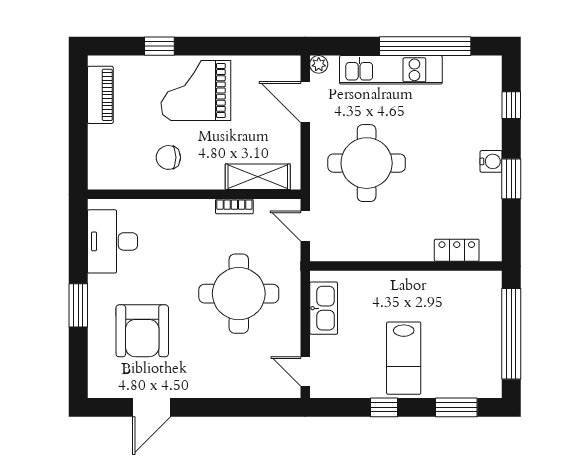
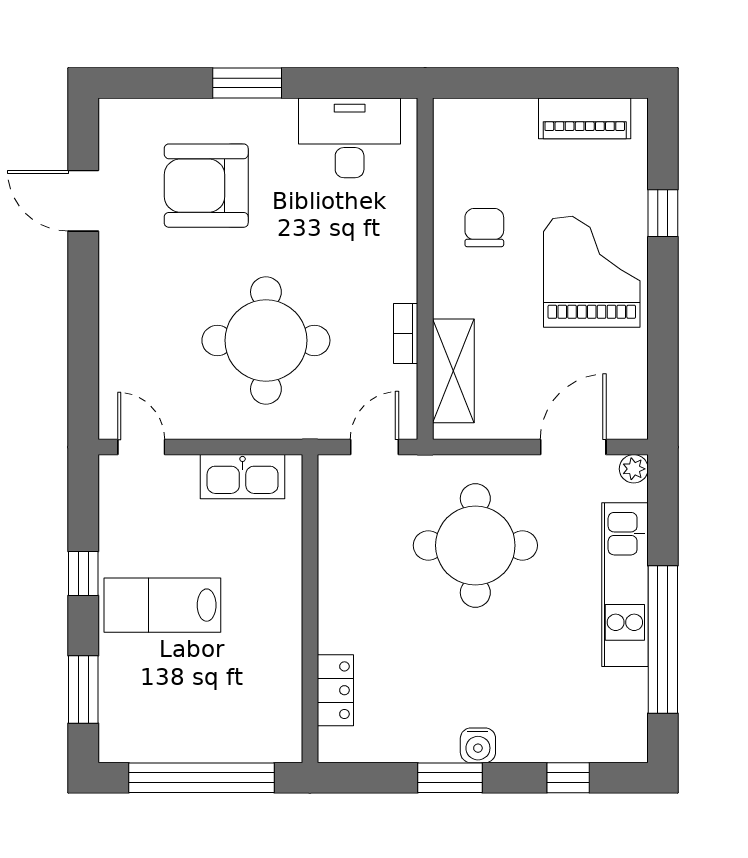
door: (305, 371) -> (141, 447), hinge flipped

